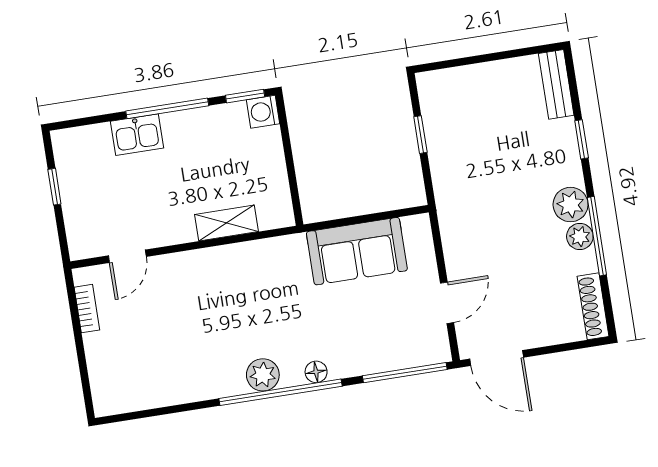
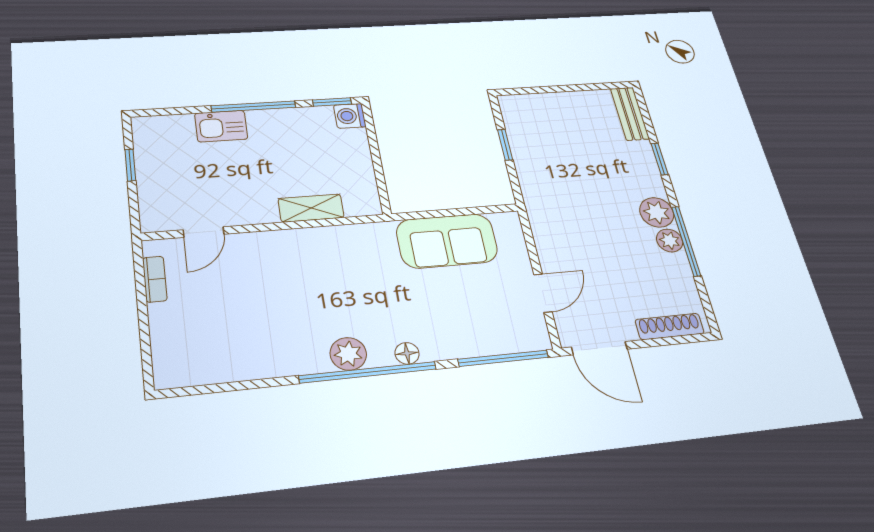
shoe rack: (593, 306) -> (670, 326), moved, turned 90

